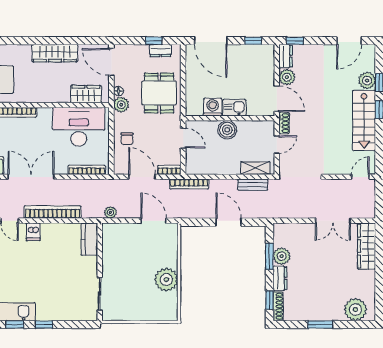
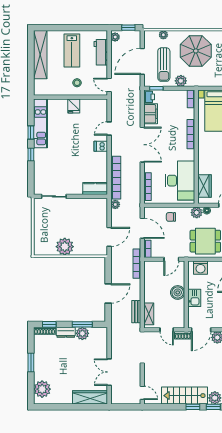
washing machine: (213, 107) -> (201, 268), moved, turned 90
door: (142, 177) -> (142, 228), hinge flipped
bookcase: (53, 212) -> (116, 178), moved

